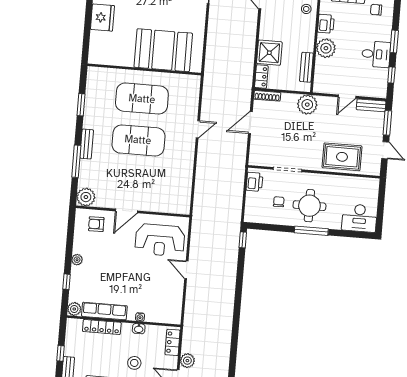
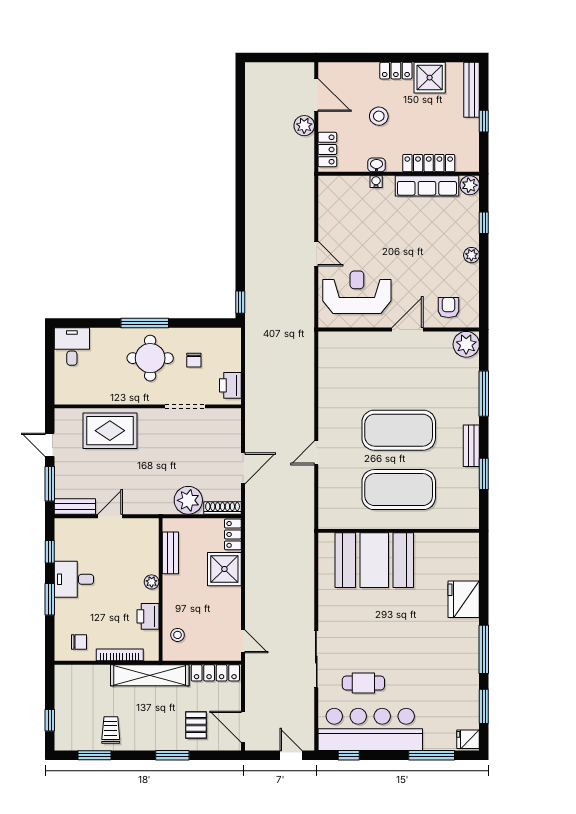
plant: (326, 48) -> (152, 582), width x0.53, depth x0.53
plant: (307, 105) -> (188, 500), moved
bench: (87, 144) -> (471, 446), moved
desk: (359, 218) -> (72, 346), width x0.73
armchair: (96, 224) -> (449, 307), turned -89

